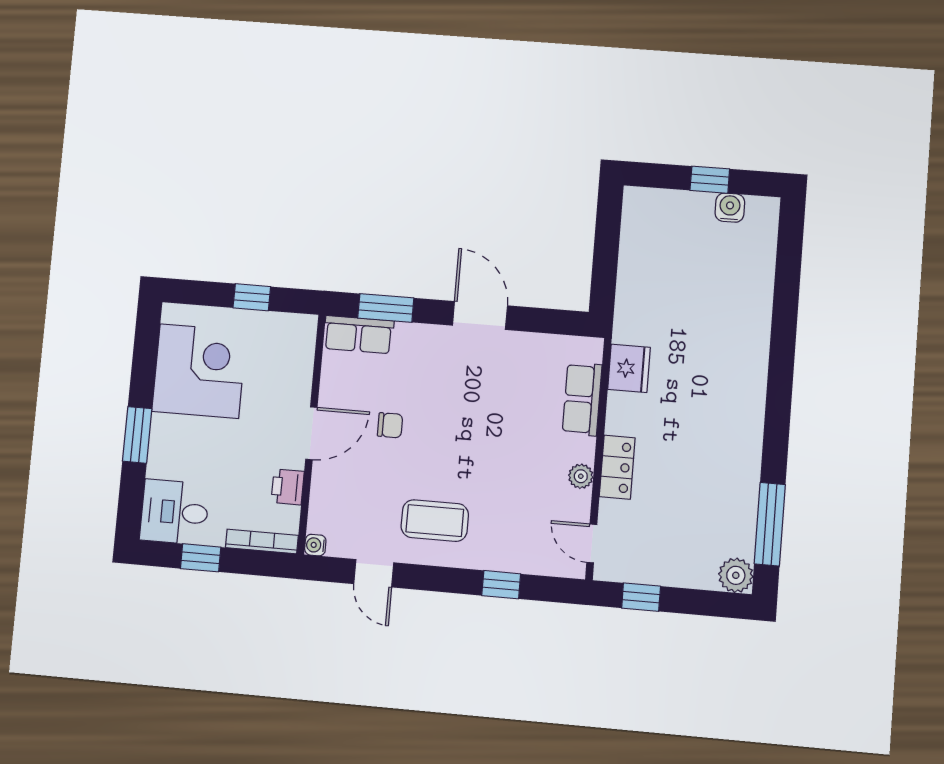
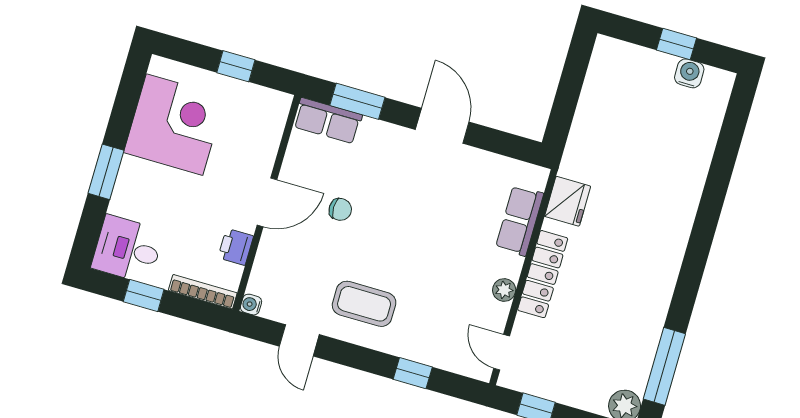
locker: (617, 467) -> (543, 274), width x1.53

